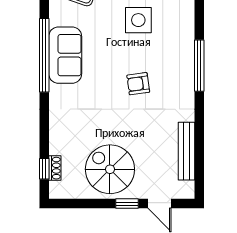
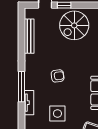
tv unit: (187, 39) -> (29, 103), added
spiral stairs: (110, 169) -> (74, 25), turned 90

